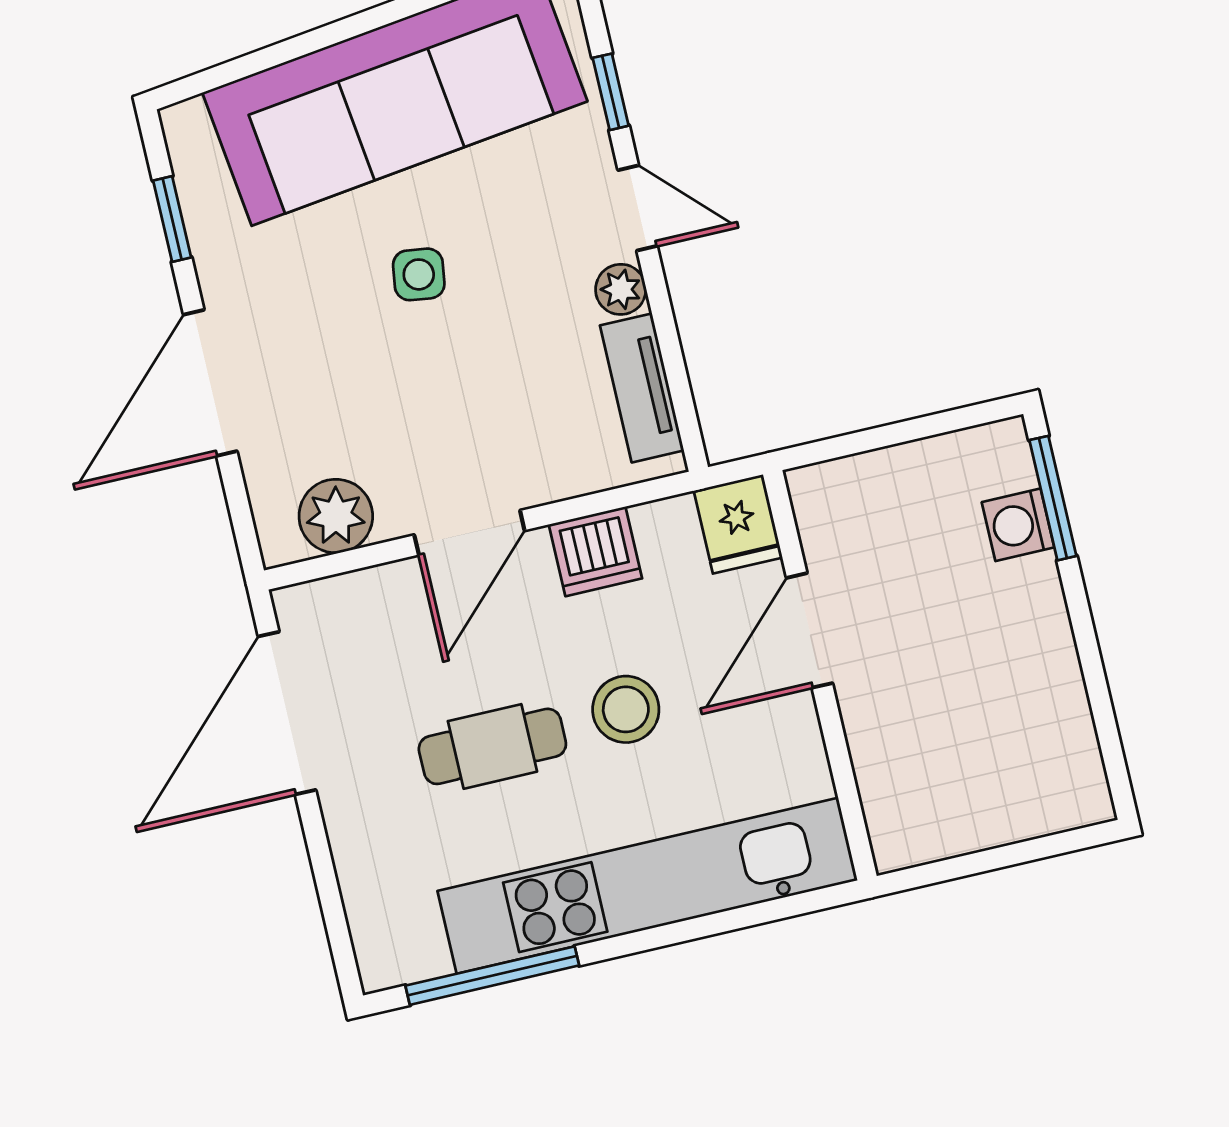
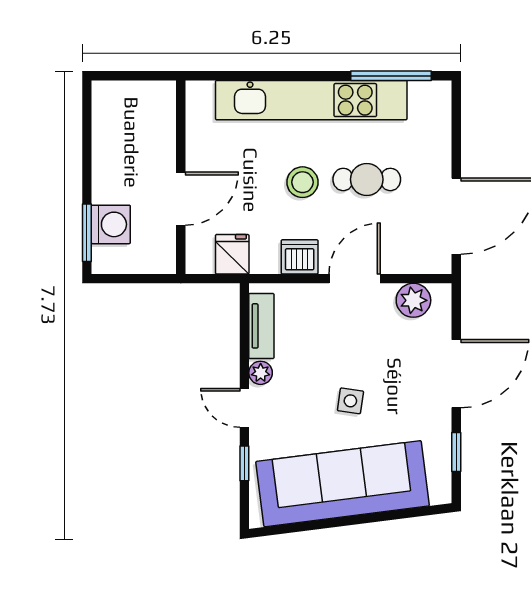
washing machine: (1018, 525) -> (111, 224), width x1.38, depth x1.38
door: (810, 630) -> (181, 199), moved
wall: (820, 675) -> (181, 177), moved

